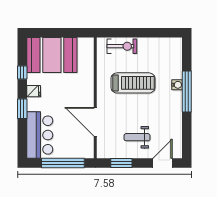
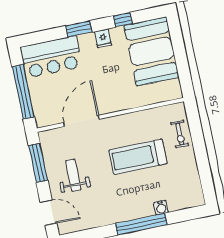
exercise bike: (122, 46) -> (180, 134), width x0.73, depth x0.72
treadmill: (133, 83) -> (138, 157), turned 90
water cooler: (177, 85) -> (161, 208), moved
window: (121, 163) -> (38, 163), width x1.44

